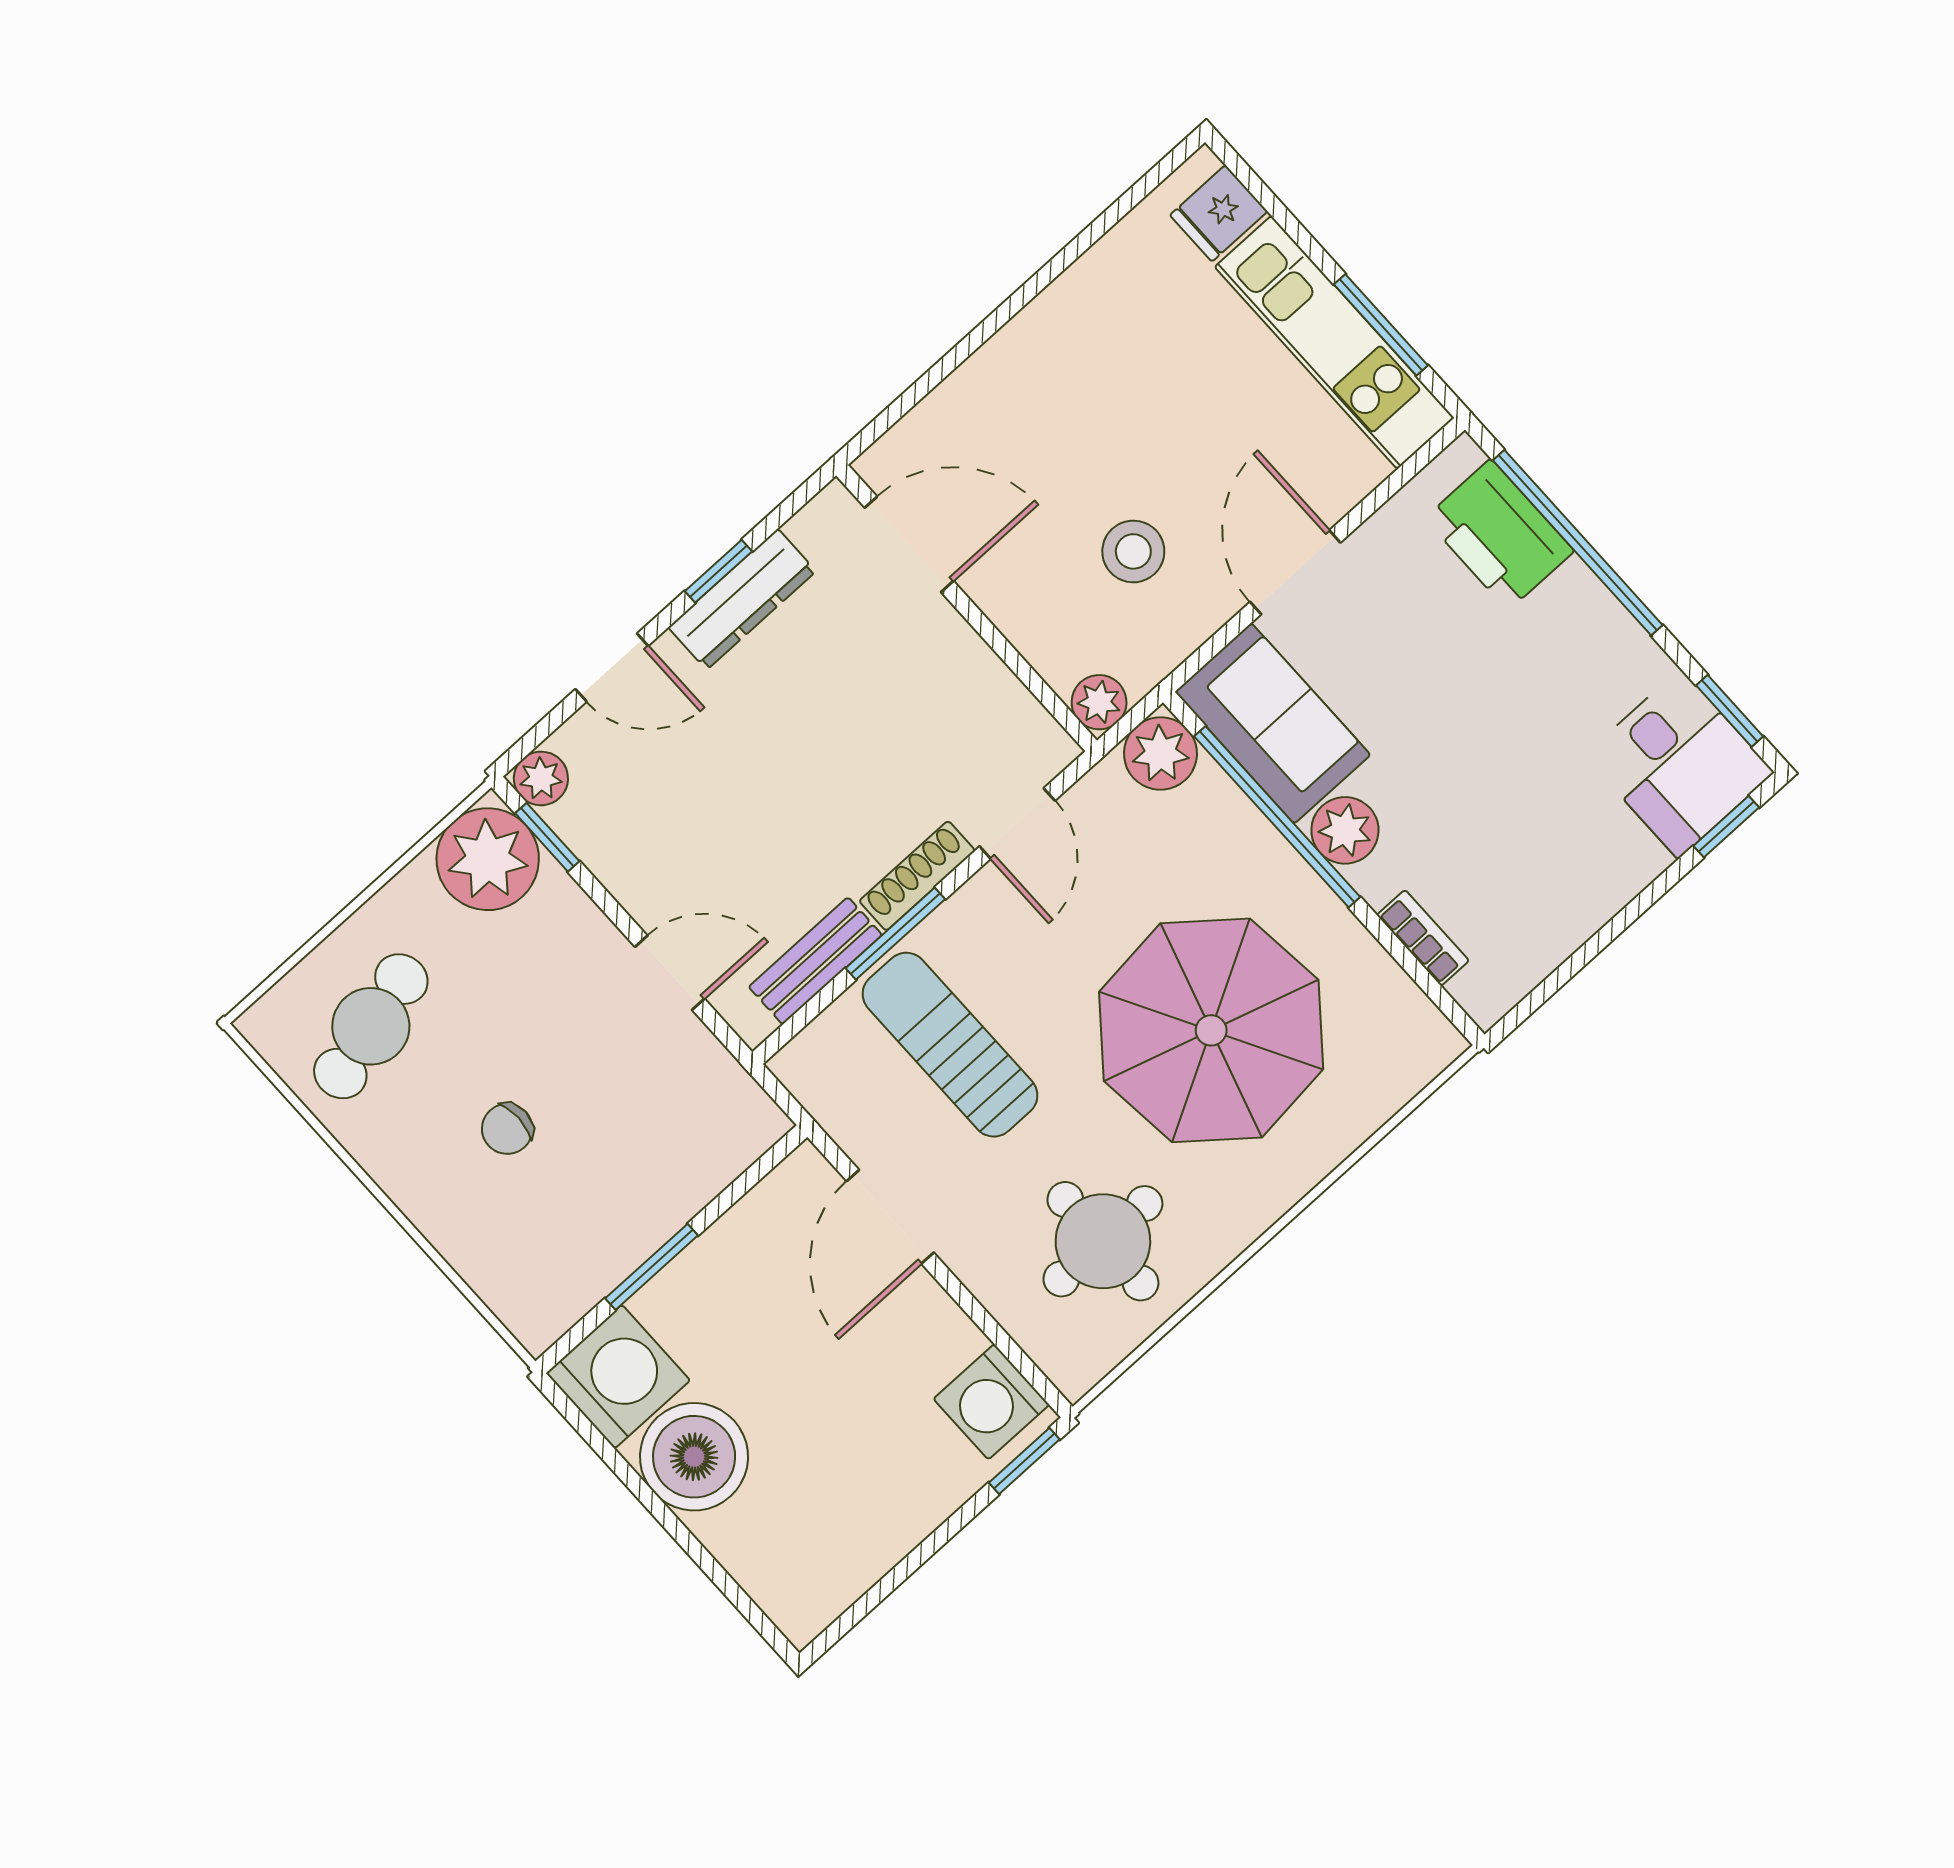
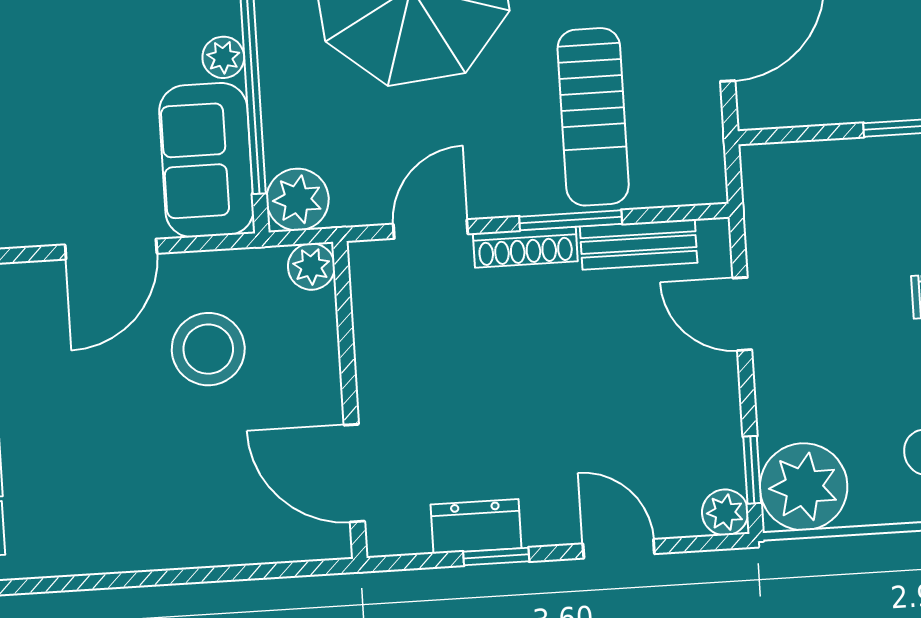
stool: (1133, 551) -> (208, 349), width x1.38, depth x1.38
dresser: (742, 599) -> (476, 526), width x0.70
plant: (1345, 830) -> (223, 57), width x0.73, depth x0.73

